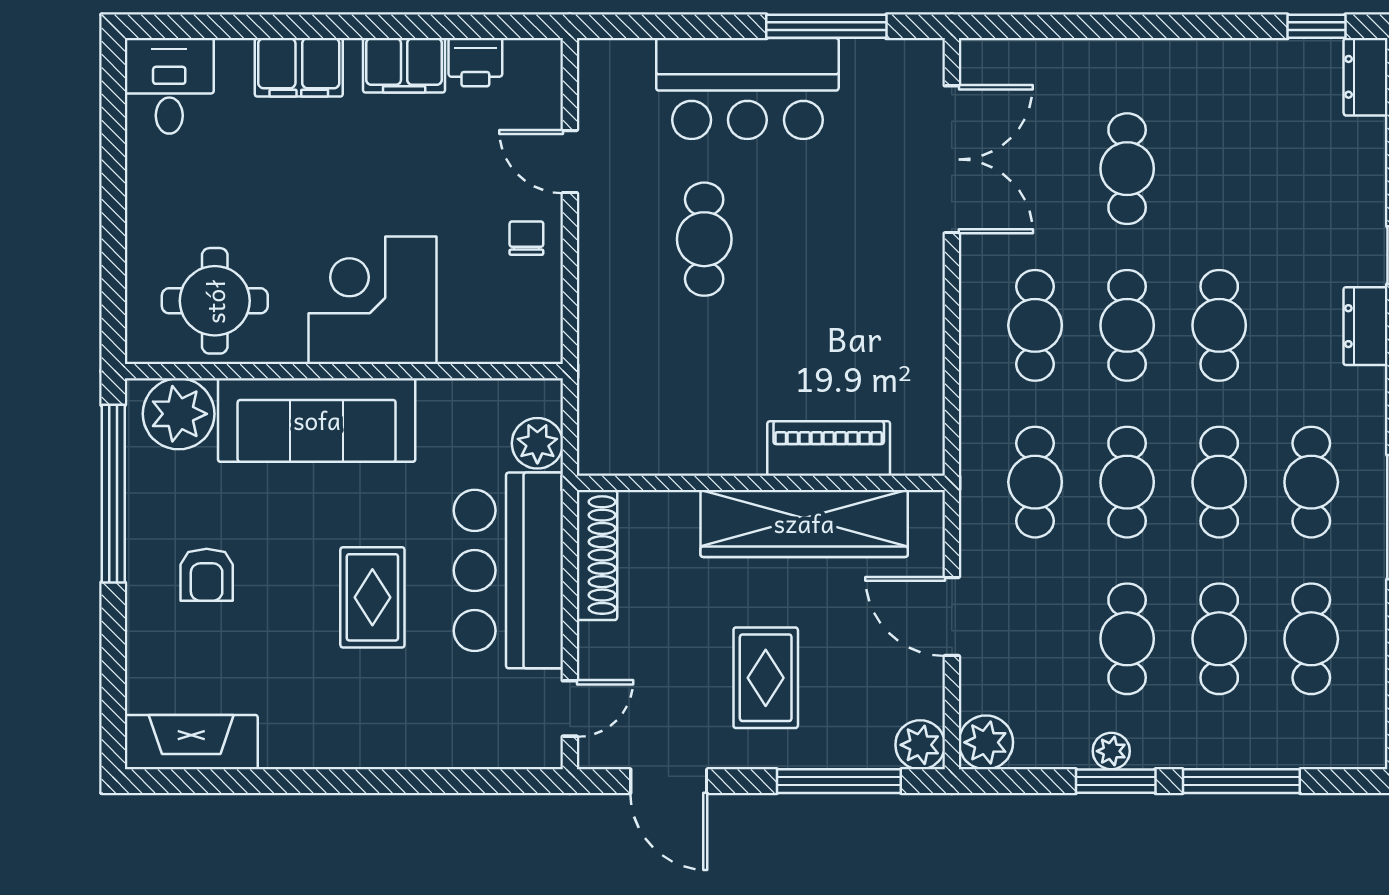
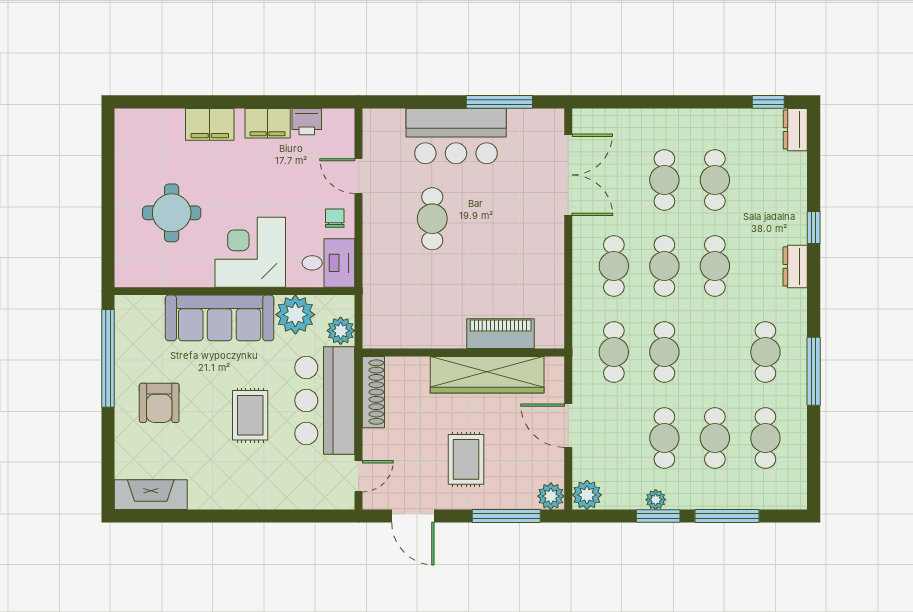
desk: (169, 86) -> (328, 263), moved, turned 90
round table: (215, 301) -> (172, 213), moved
plant: (179, 414) -> (295, 315), moved
cafe table: (1219, 482) -> (715, 180), moved
armchair: (207, 575) -> (159, 403), width x1.38, depth x1.38

